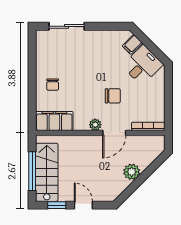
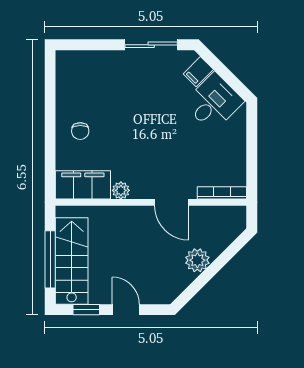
sliding door: (67, 26) -> (151, 45), moved
chair: (113, 96) -> (169, 148), removed
plant: (95, 125) -> (121, 190), moved
door: (114, 133) -> (172, 202), hinge flipped

